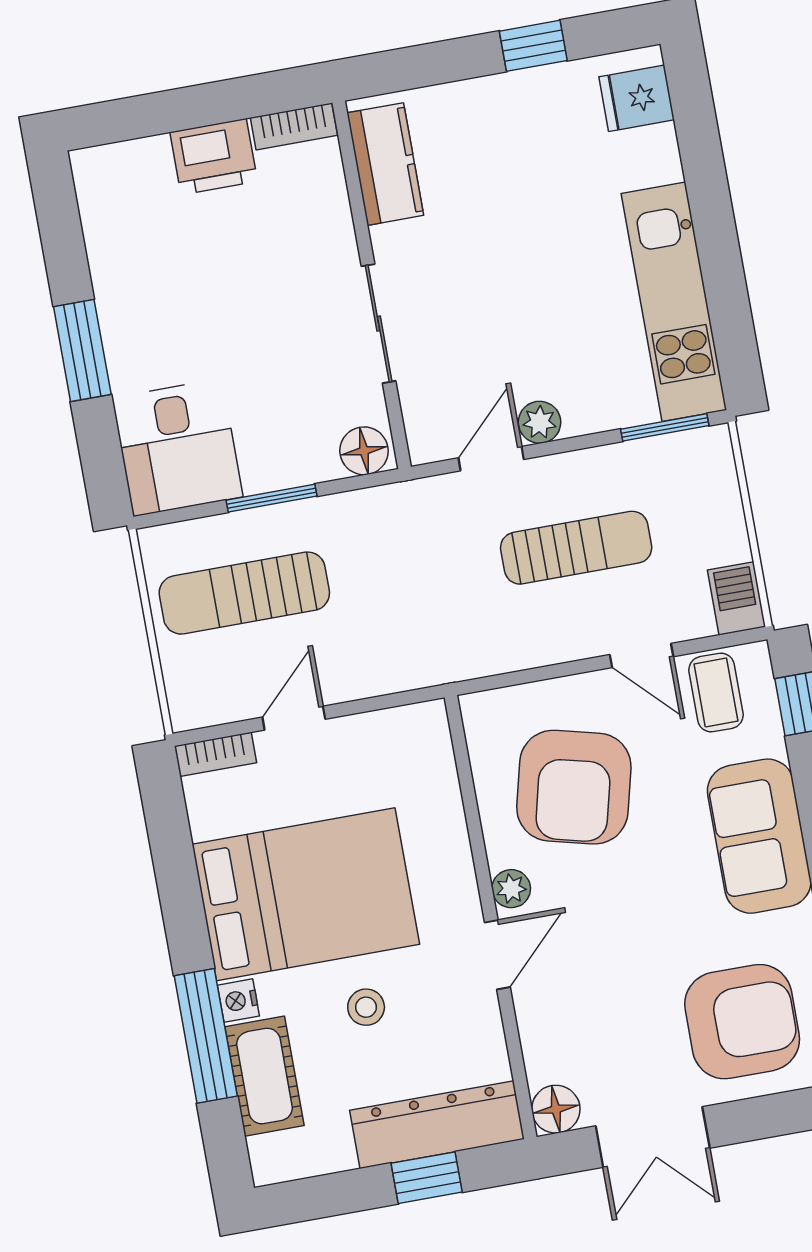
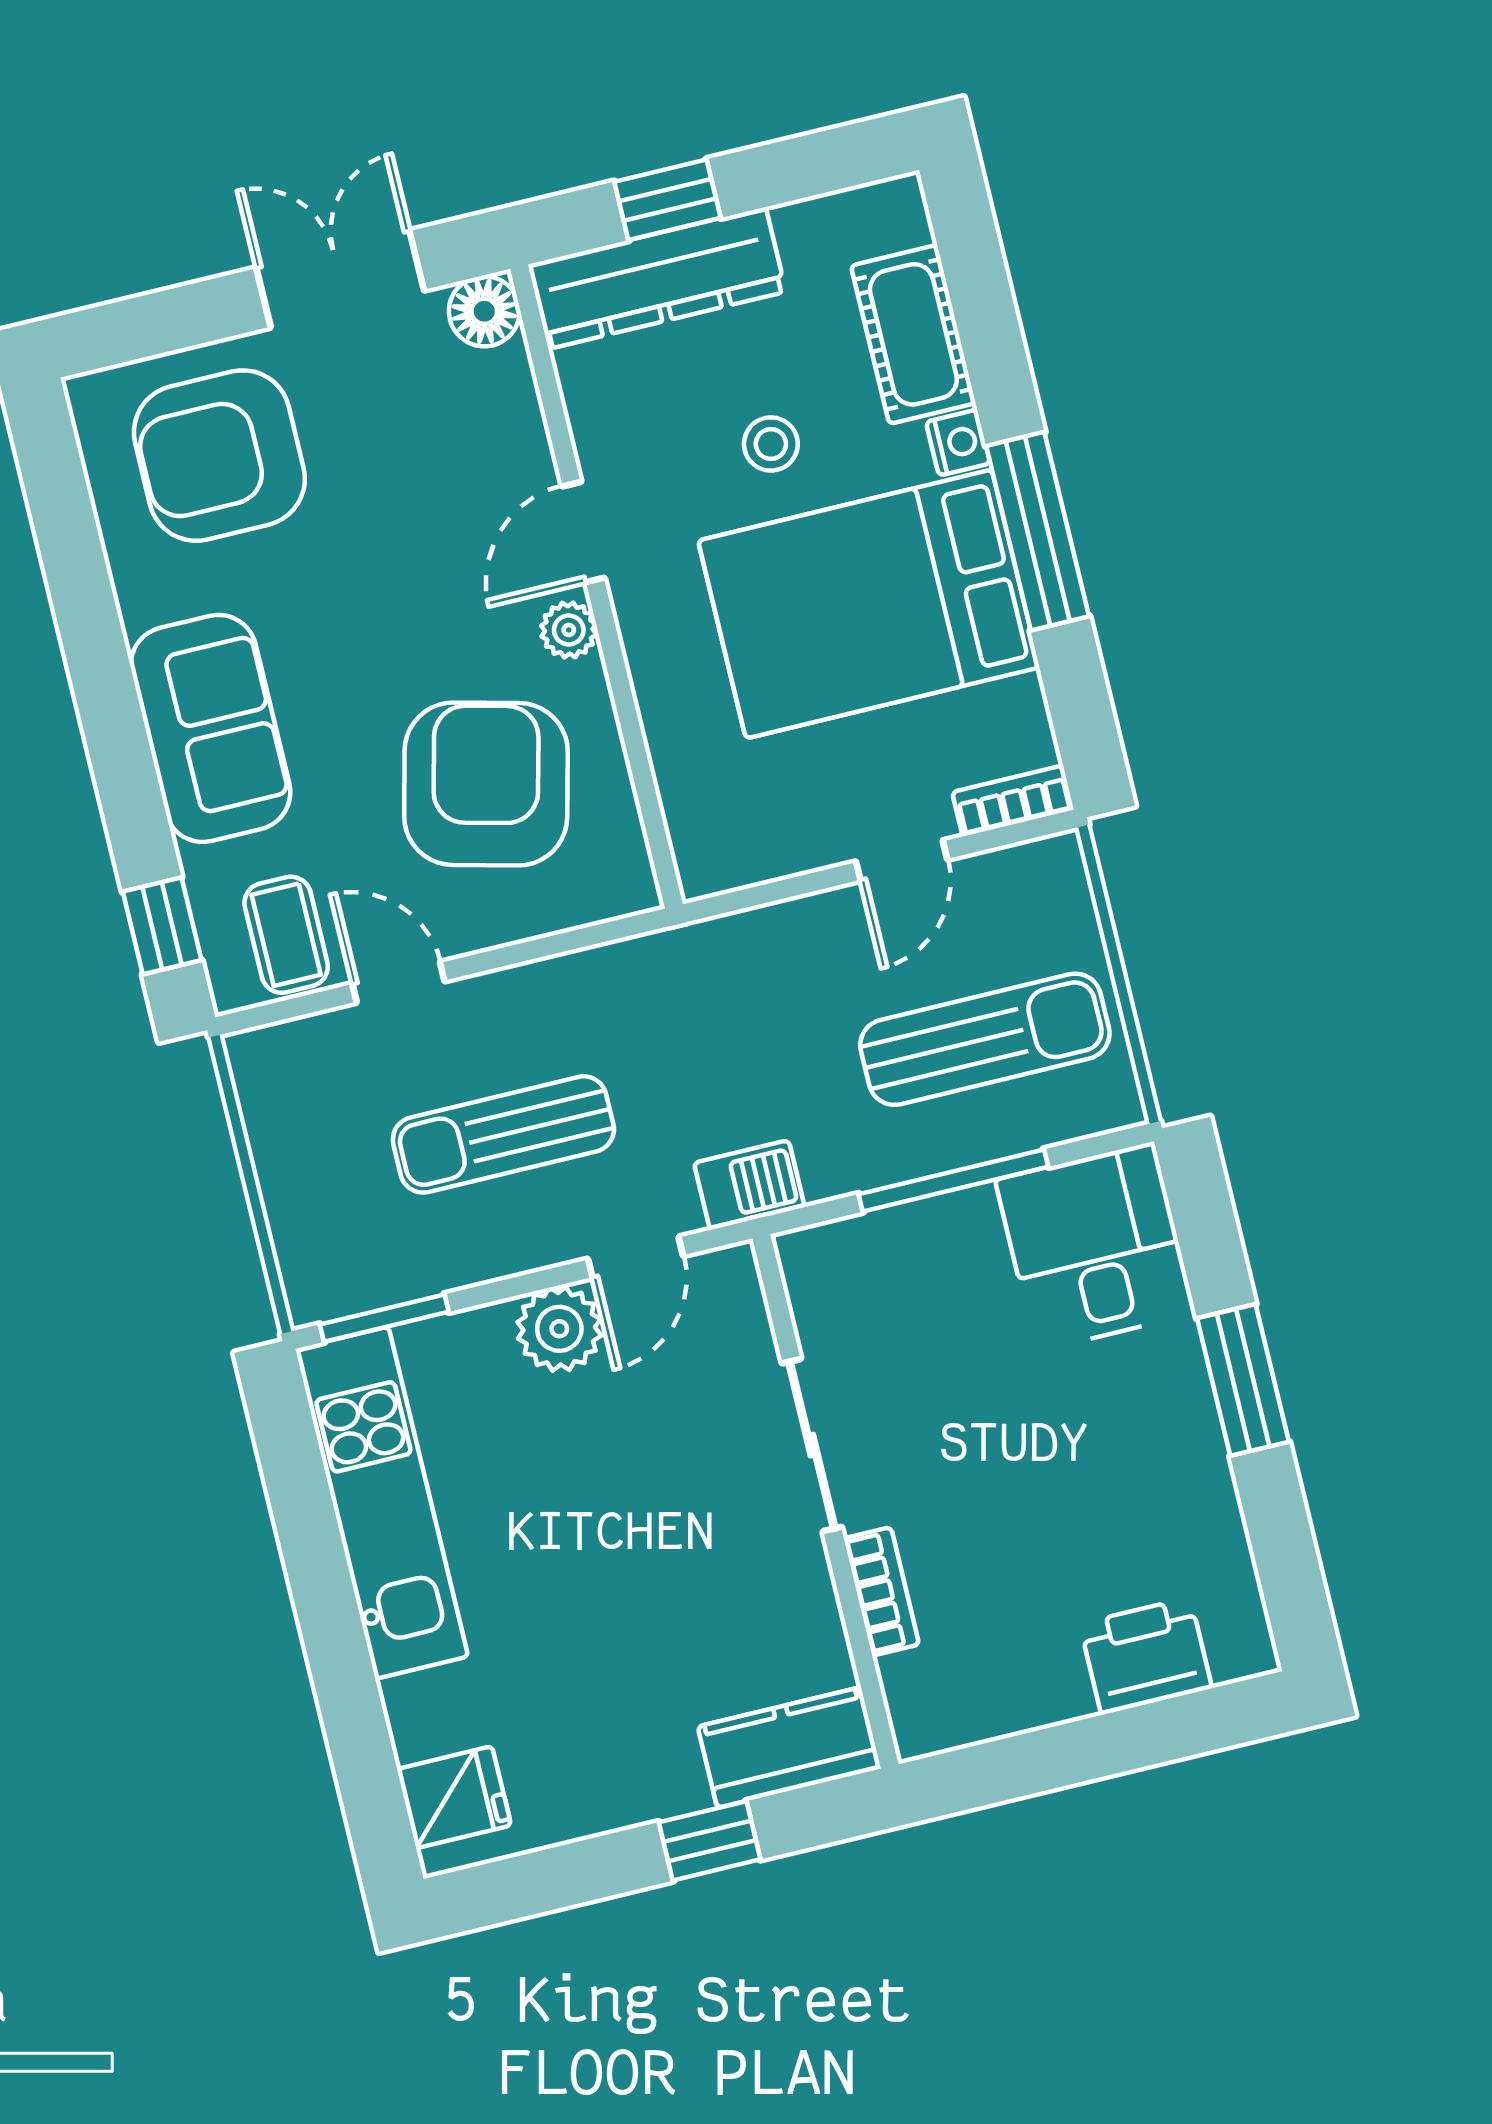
window: (533, 46) -> (710, 1841), moved
bookcase: (294, 126) -> (881, 1591), moved, turned 90
printer: (214, 157) -> (1146, 1656), moved
kitchen counter: (385, 164) -> (789, 1747), moved, turned 90
plant: (540, 422) -> (559, 1329), width x1.38, depth x1.38
floor lamp: (364, 451) -> (822, 1258), removed
window: (272, 498) -> (953, 1180), width x1.44
barbecue: (736, 598) -> (749, 1185), moved, turned -90
window: (206, 1036) -> (1038, 531), moved

